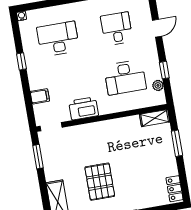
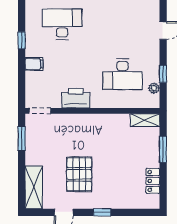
desk: (117, 29) -> (123, 24), removed
filing cabinet: (40, 96) -> (34, 64), moved
locker: (175, 189) -> (153, 181), moved

